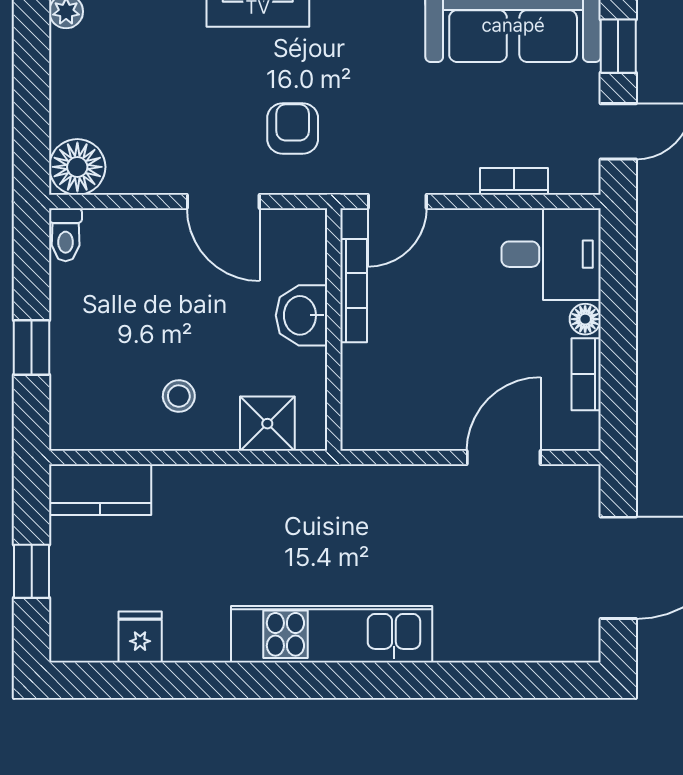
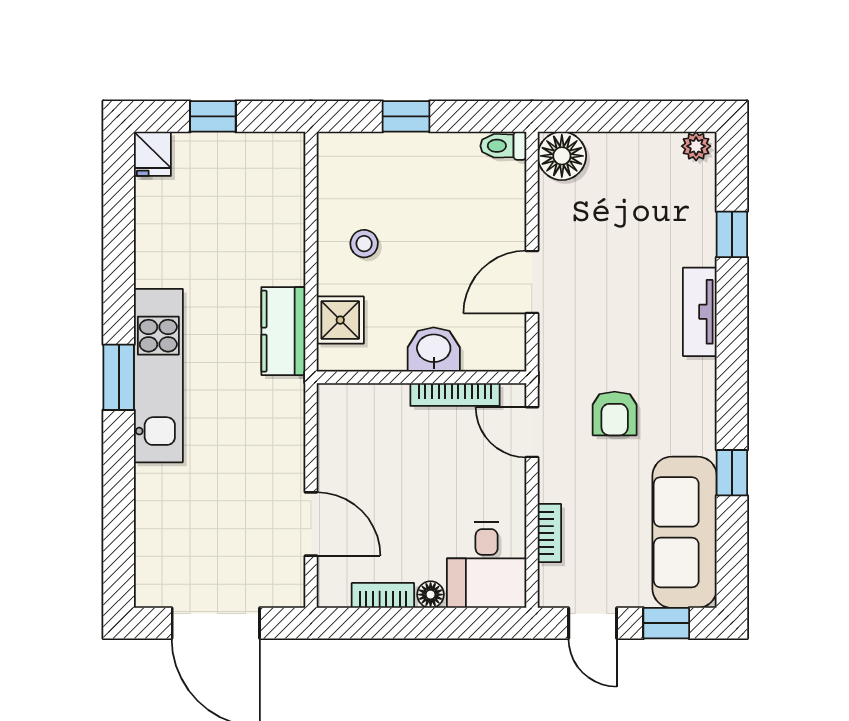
armchair: (293, 128) -> (615, 413), moved, turned 90
kitchen counter: (100, 490) -> (283, 331), moved
fridge: (140, 637) -> (152, 154), moved, turned 90
window: (334, 680) -> (119, 377), added

